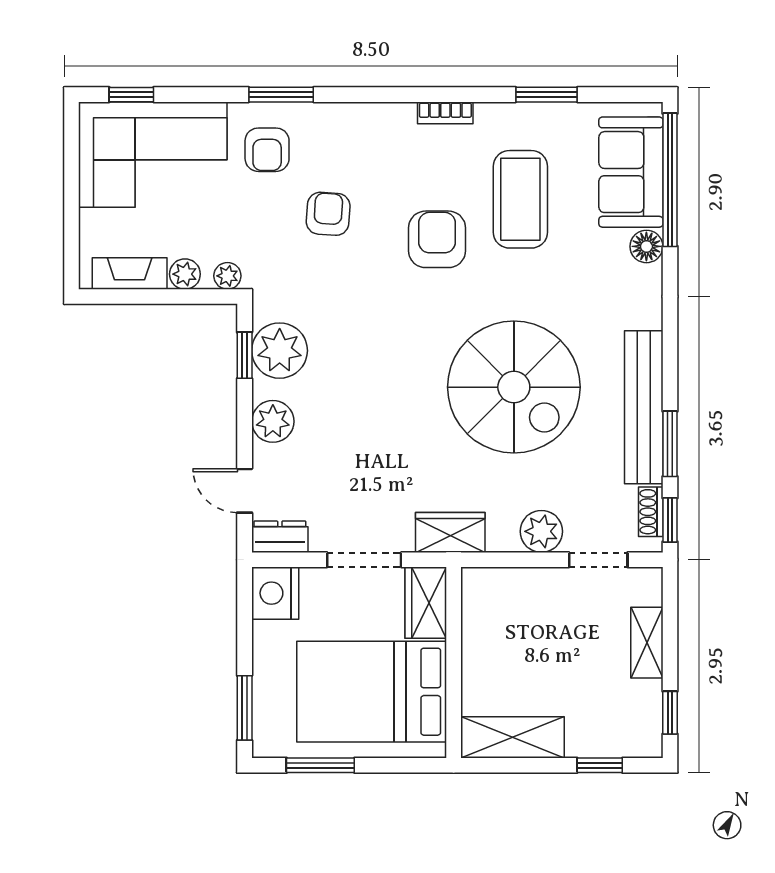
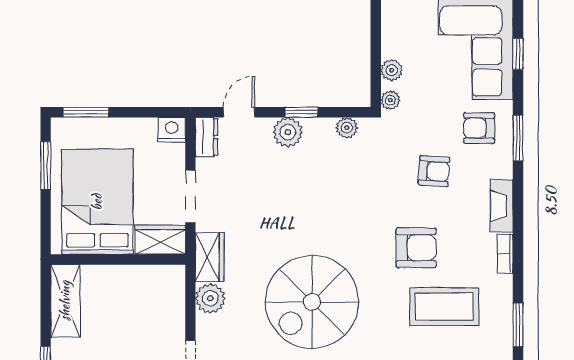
window: (131, 95) -> (518, 54), moved
fireplace: (130, 273) -> (502, 206), moved, turned 180
plant: (280, 351) -> (347, 128), width x0.53, depth x0.53
window: (245, 355) -> (301, 112), moved
plant: (541, 531) -> (210, 298), moved
nightstand: (275, 593) -> (172, 130), width x0.74, depth x0.75

